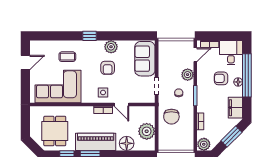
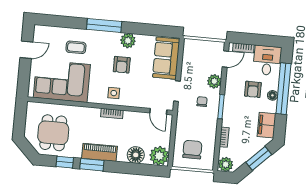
window: (90, 36) -> (104, 25), width x2.17
armchair: (221, 78) -> (253, 89), turned -90
door: (121, 105) -> (158, 111), moved
chair: (171, 117) -> (192, 150), moved, turned 180
plant: (147, 131) -> (159, 156), moved
piano: (96, 142) -> (100, 152), width x0.73, depth x0.75

